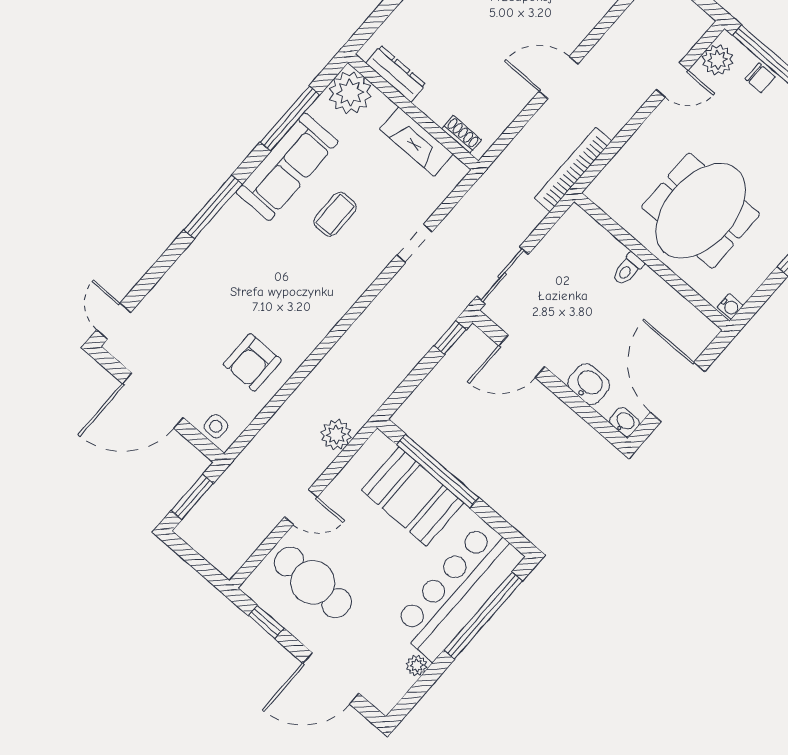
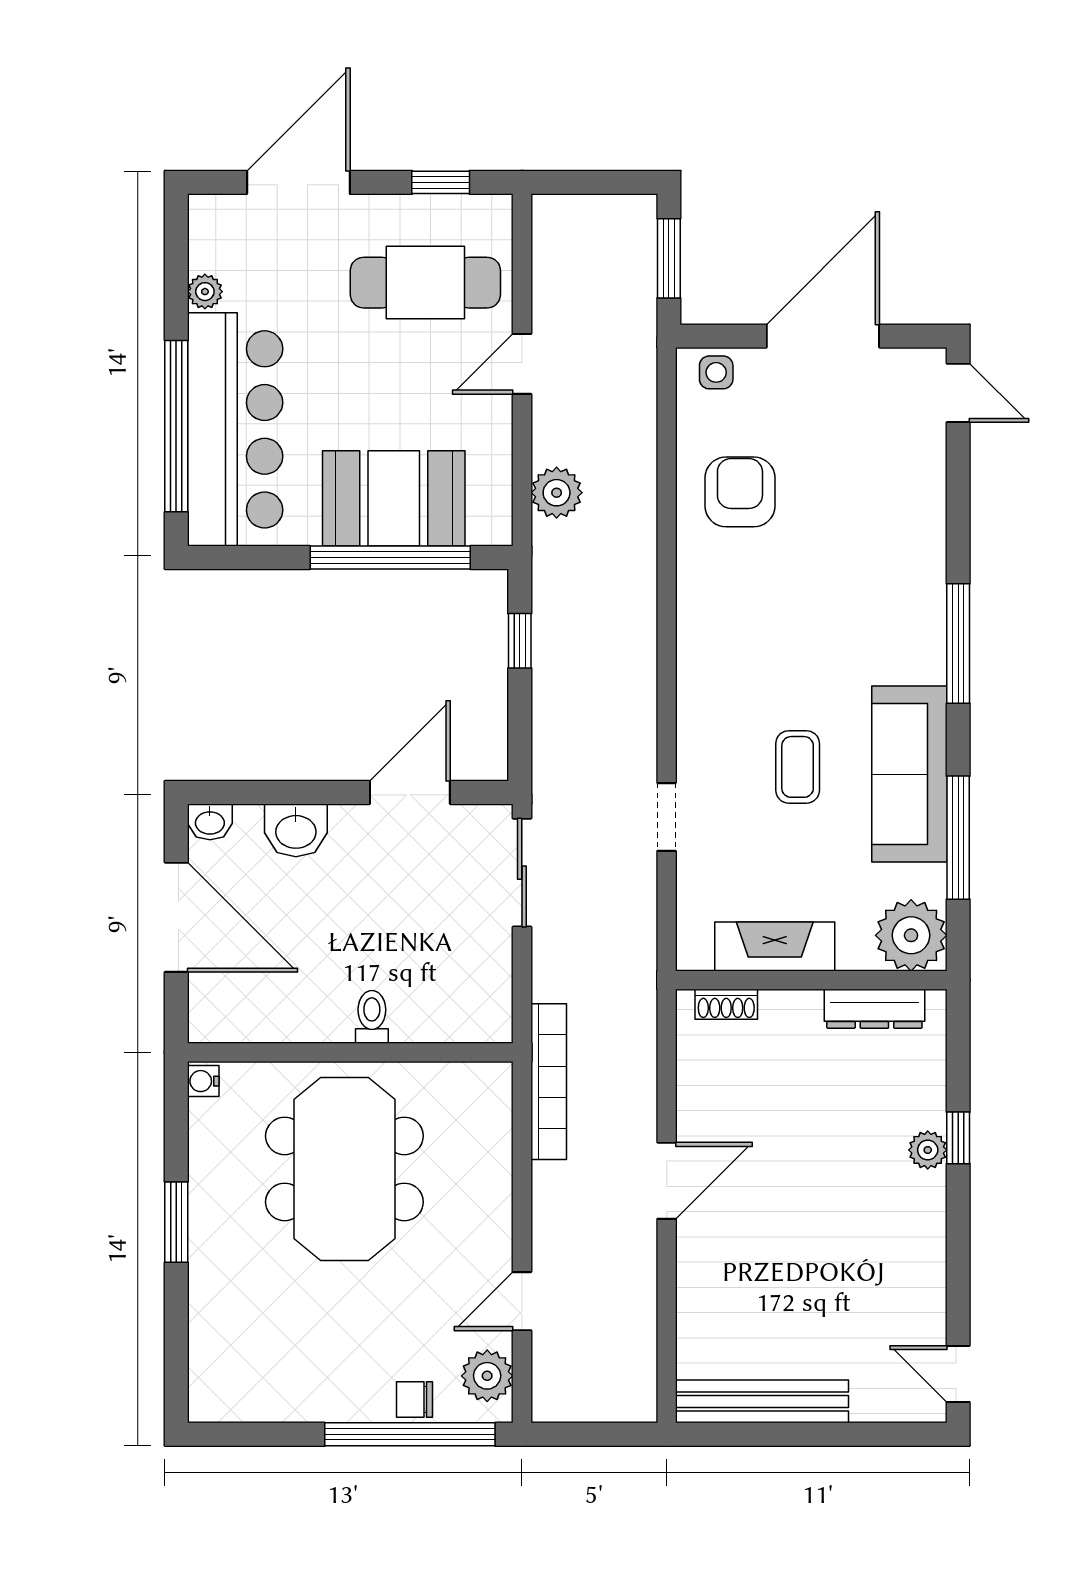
window: (450, 337) -> (520, 641), moved

